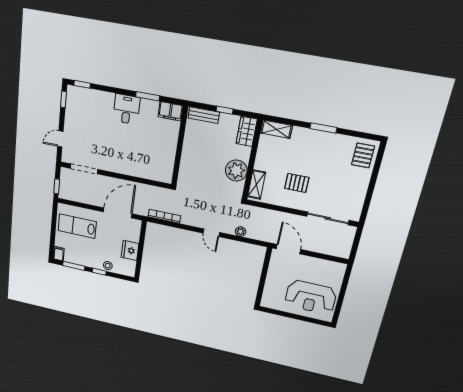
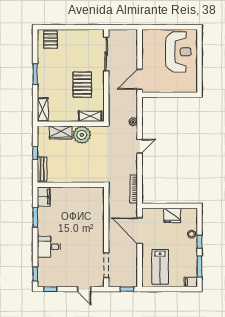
desk: (126, 109) -> (49, 247), moved
wardrobe: (247, 131) -> (61, 132), moved
pallet: (363, 155) -> (51, 40), turned 90
pallet: (297, 183) -> (82, 85), width x1.50, depth x1.42

